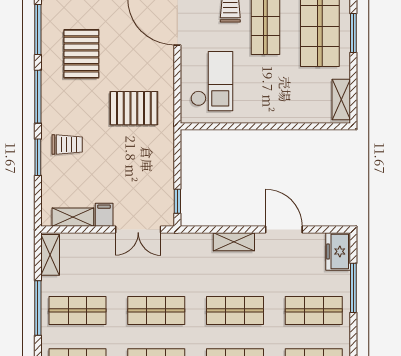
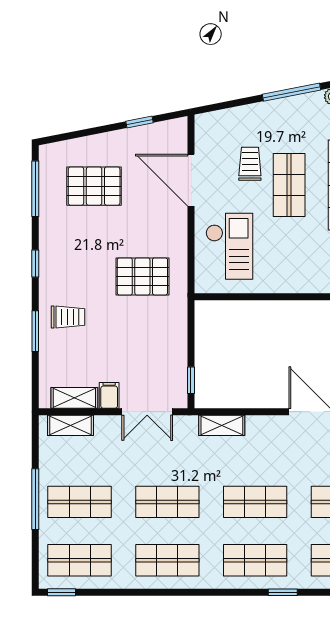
pallet: (81, 54) -> (94, 186), moved, turned 90
window: (38, 97) -> (35, 264), width x0.46
shelving: (234, 242) -> (222, 425), moved
shelving: (50, 255) -> (71, 425), moved, turned 90

